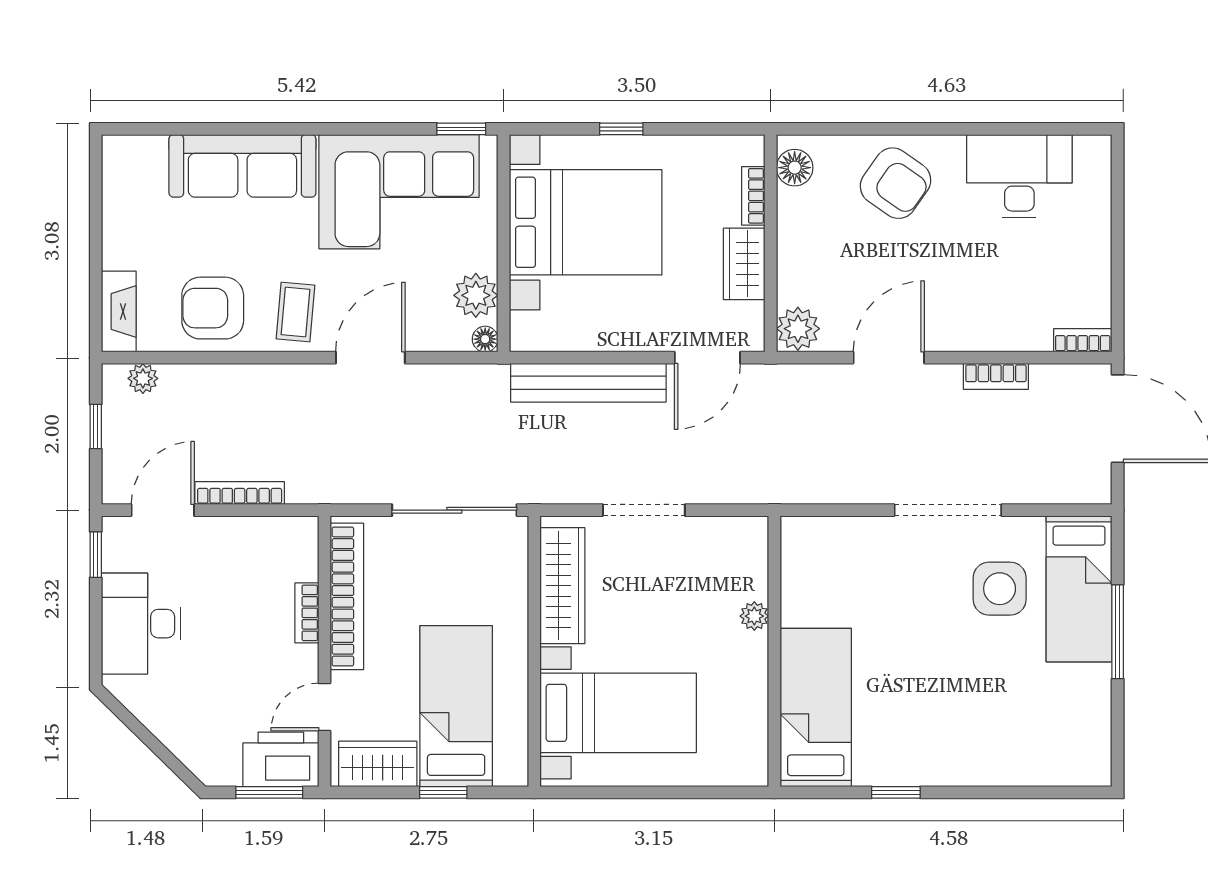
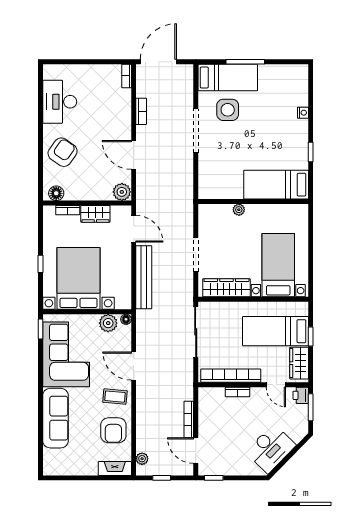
desk: (141, 624) -> (271, 449), moved, turned -46
printer: (281, 759) -> (301, 395), width x0.53, depth x0.68
nightstand: (993, 773) -> (303, 113), added

